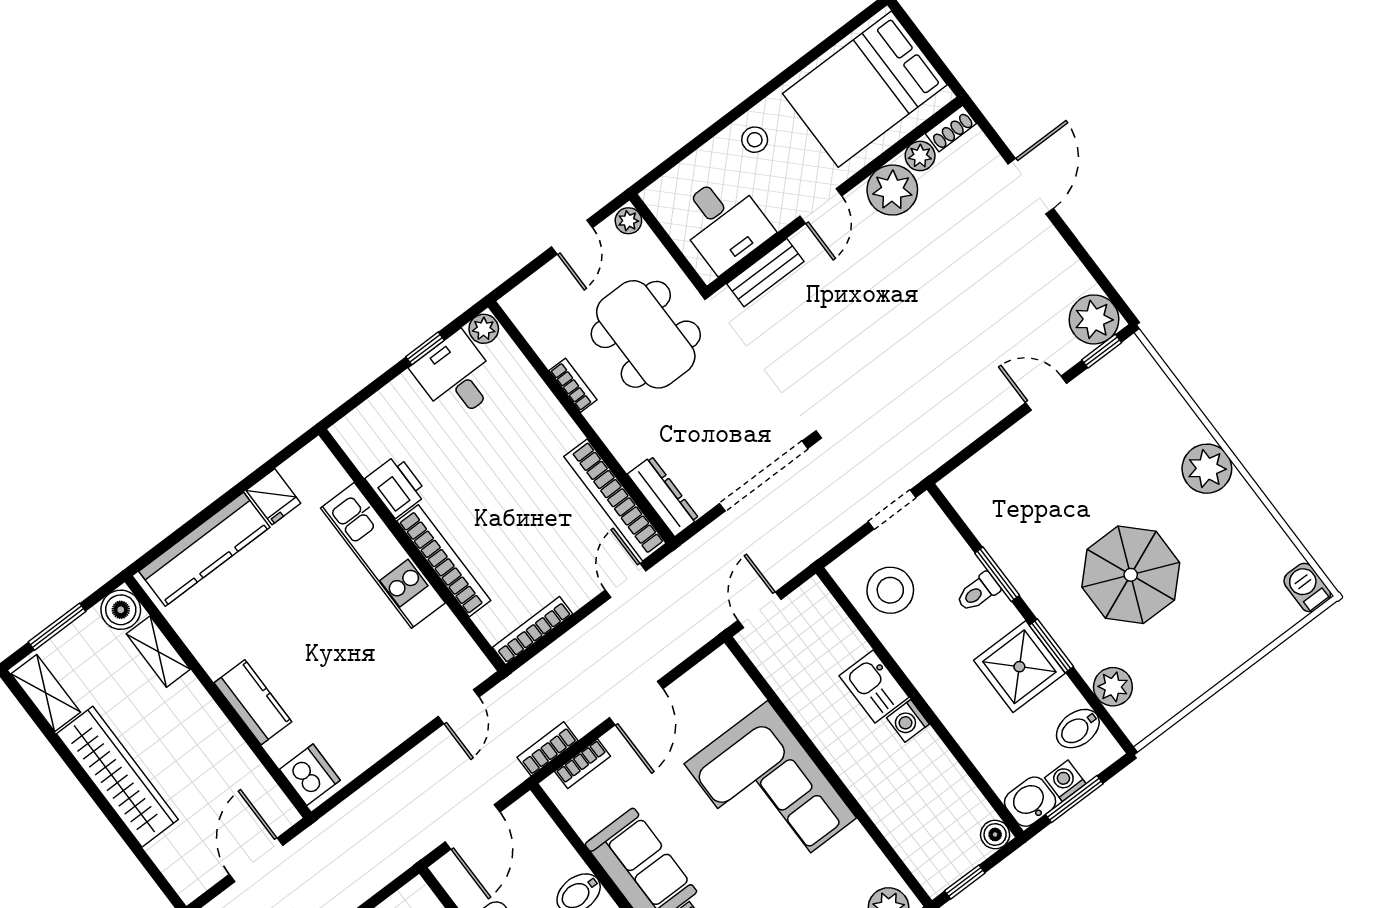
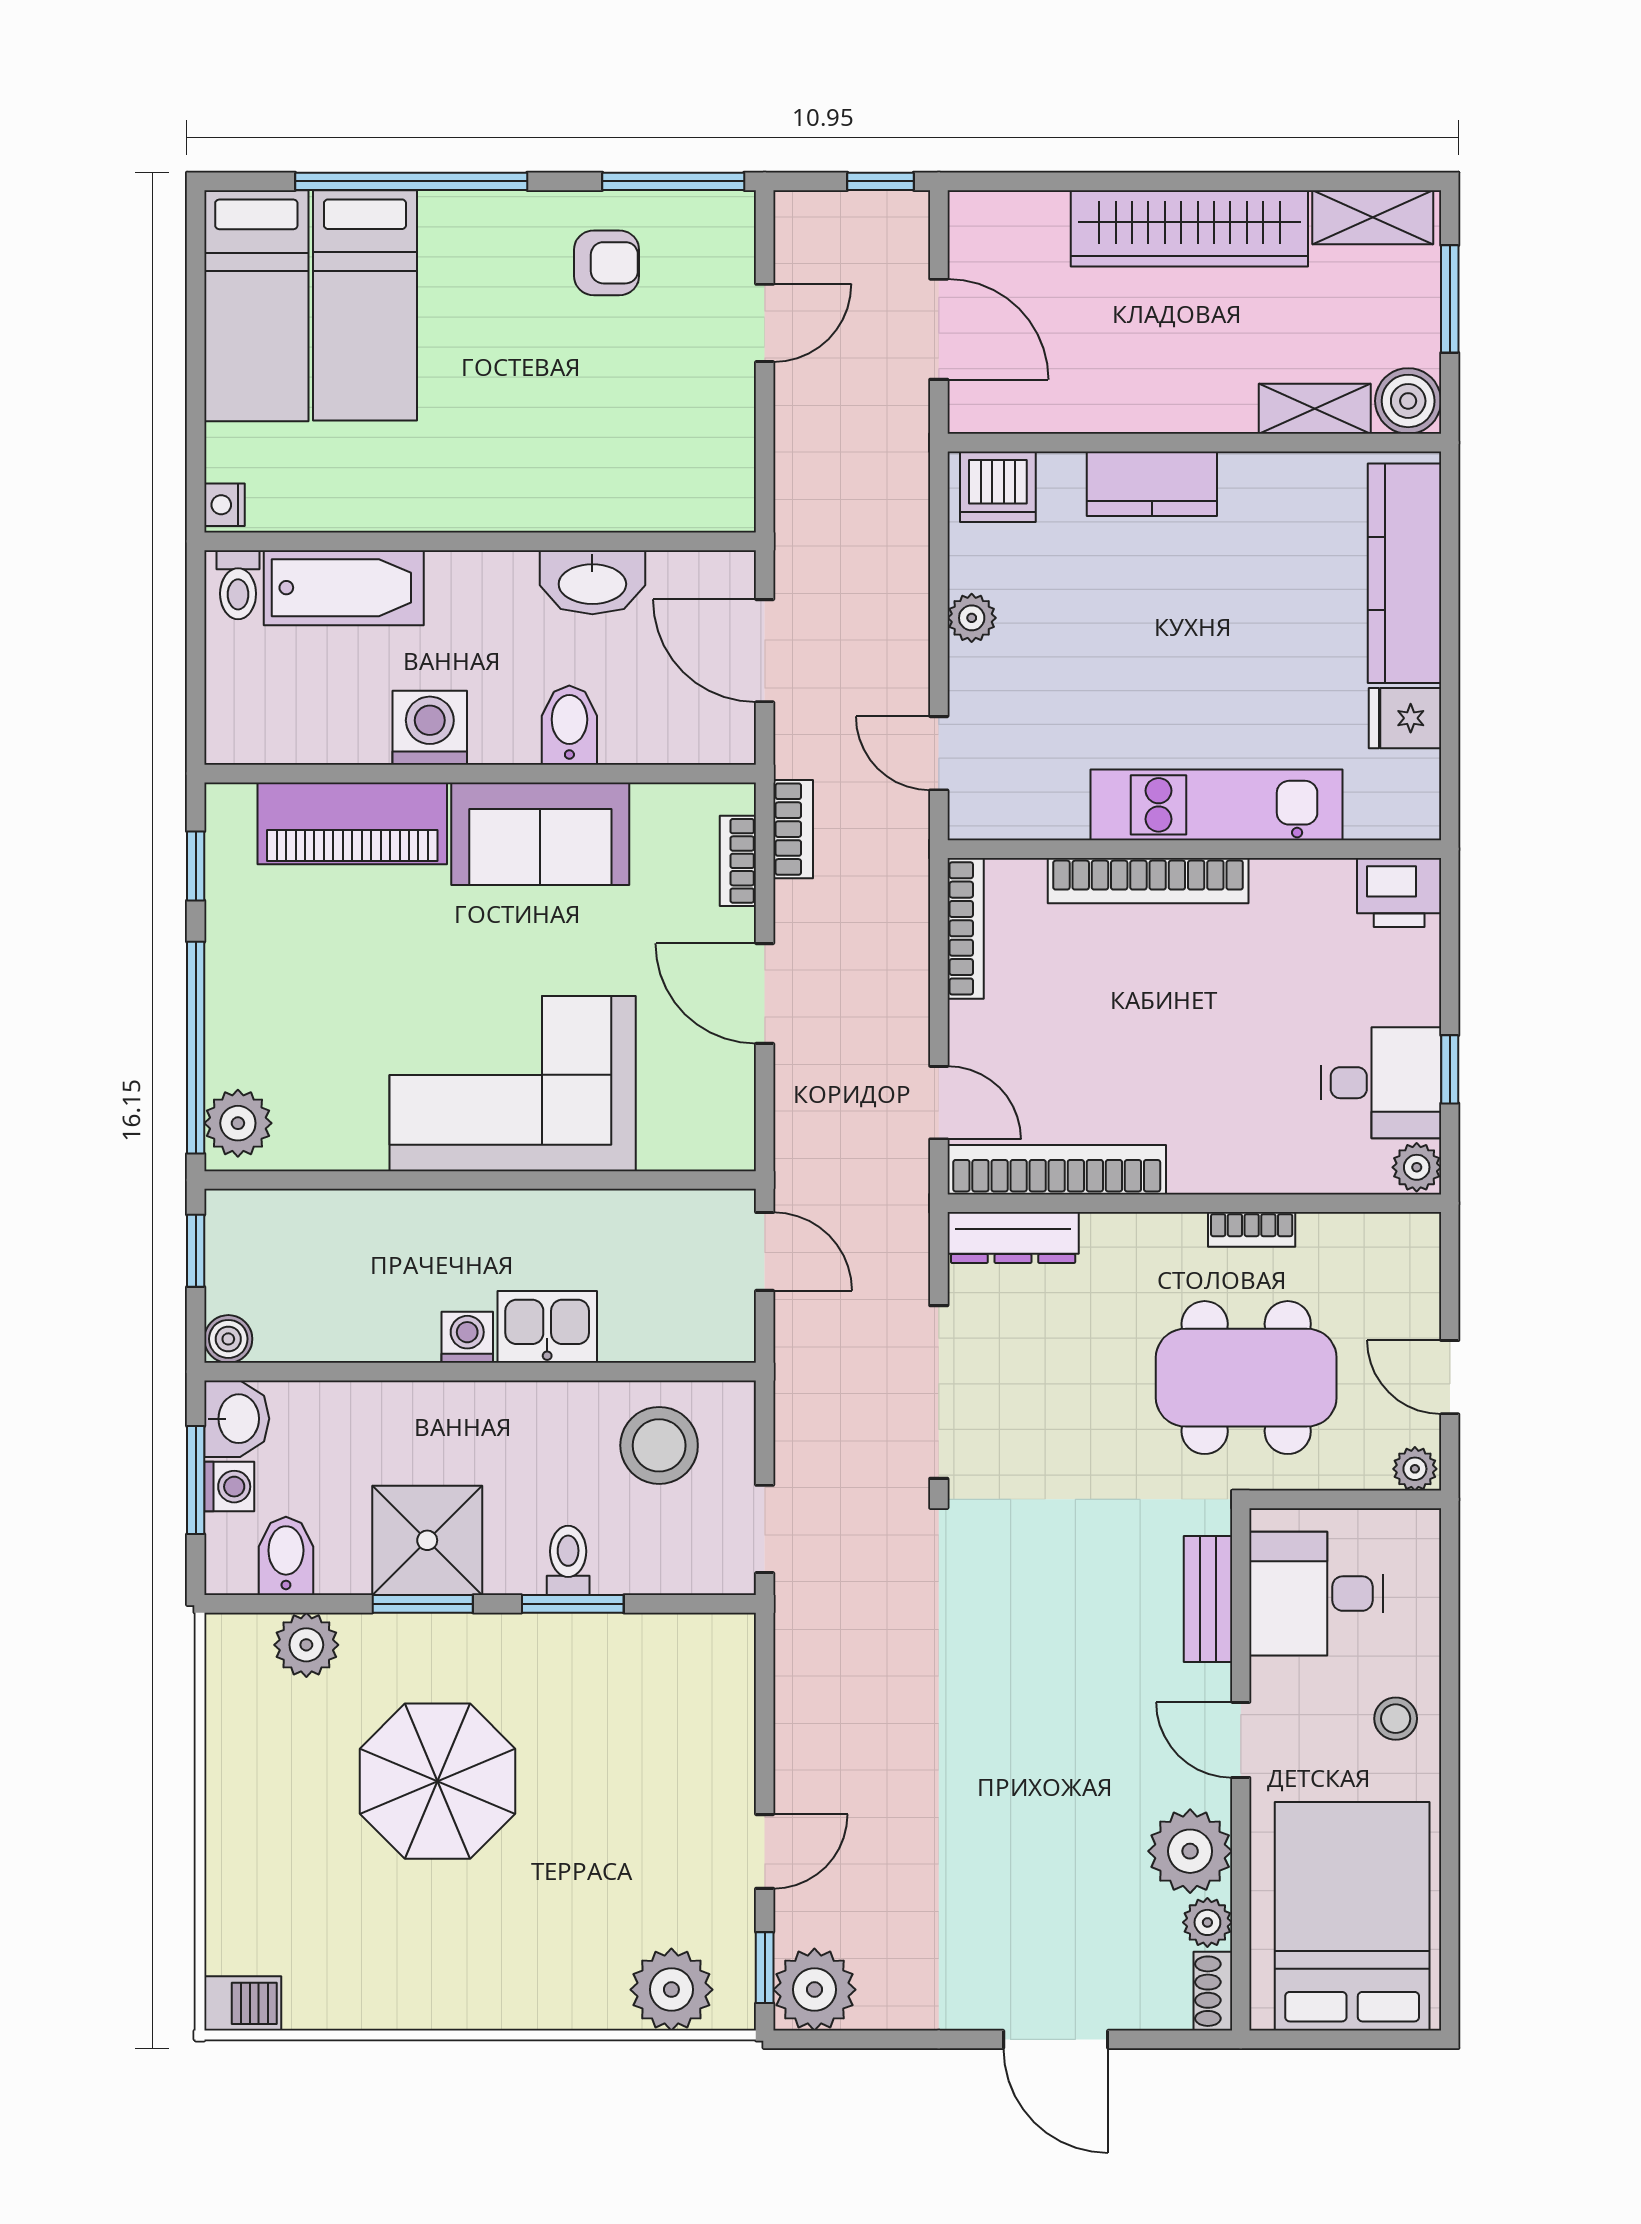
plant: (1207, 469) -> (671, 1990), moved
printer: (396, 486) -> (1399, 893), moved
plant: (382, 740) -> (972, 618), added

